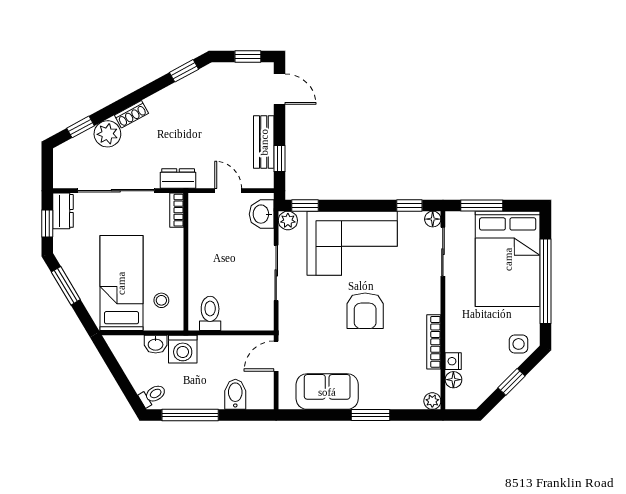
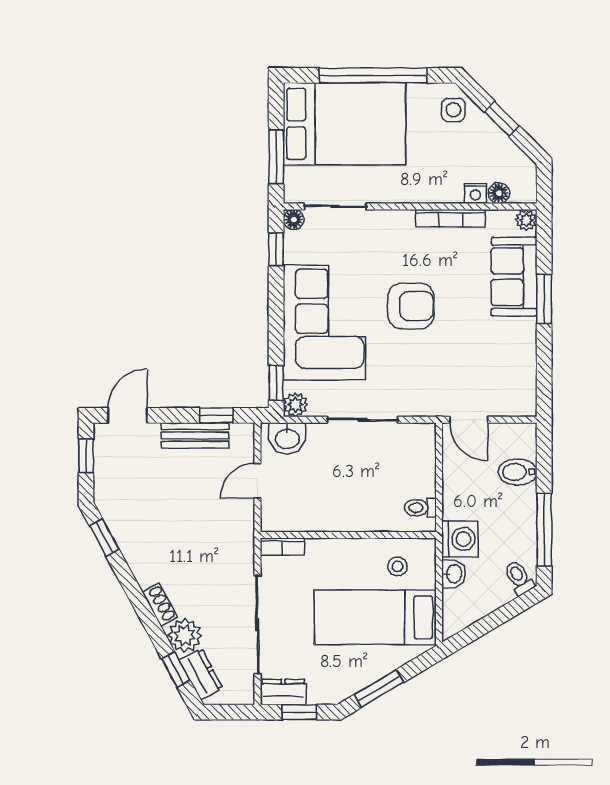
dresser: (178, 179) -> (201, 674), moved, turned 152
toilet: (210, 313) -> (420, 508), width x0.73, depth x0.72
sofa: (327, 392) -> (514, 277), moved

